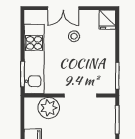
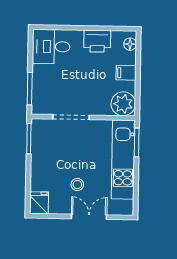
plant: (49, 108) -> (123, 104), moved

